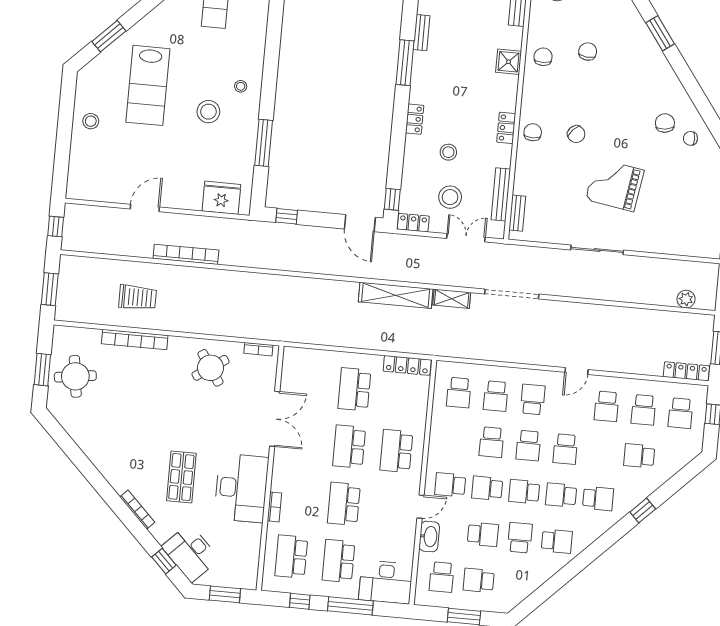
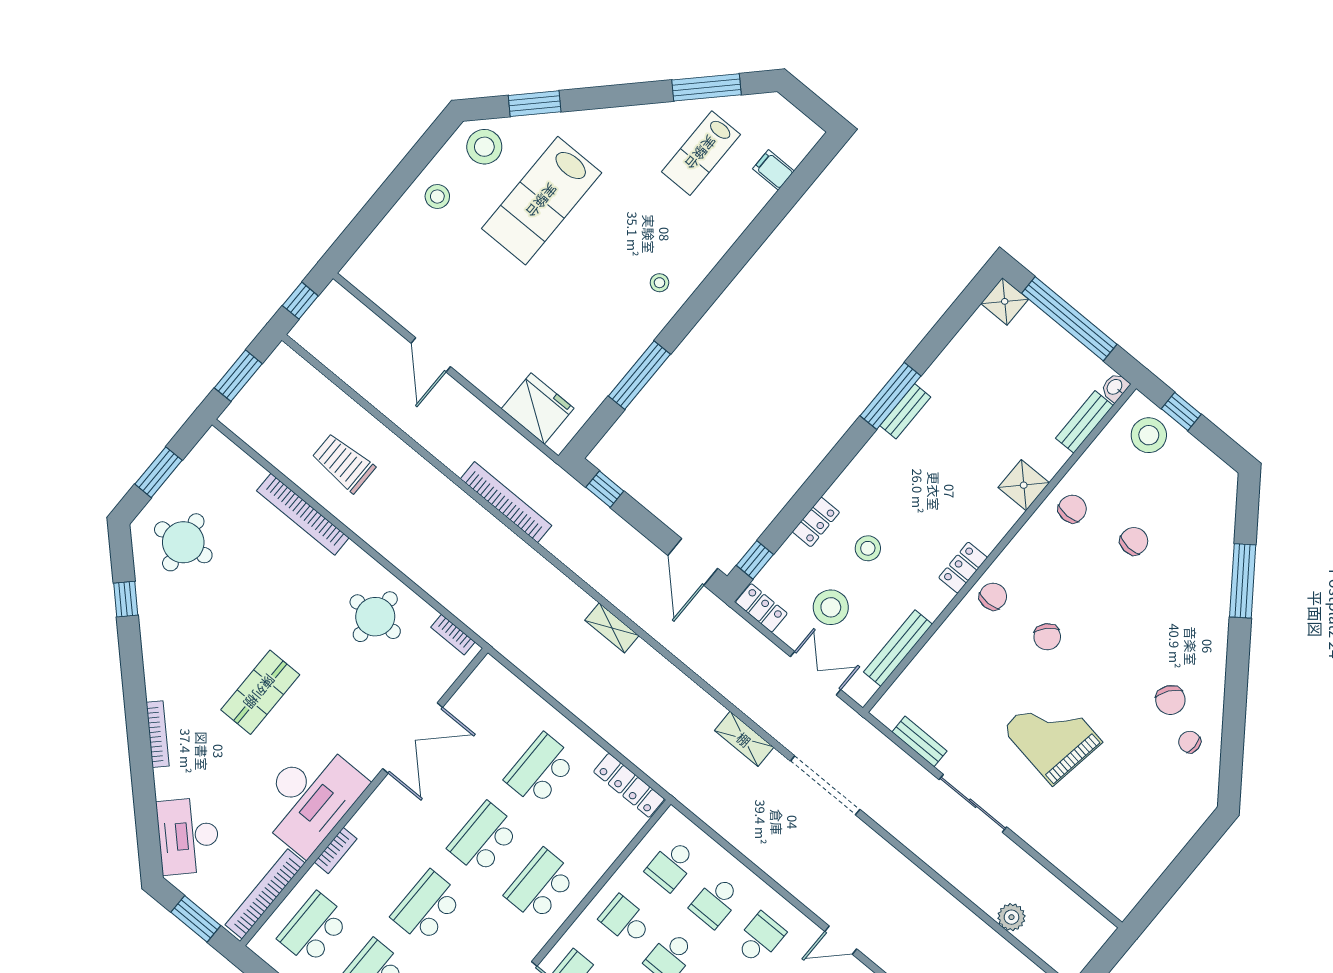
bench: (422, 33) -> (905, 411), moved
window: (660, 33) -> (1243, 581), width x1.44
stool: (208, 112) -> (484, 147), moved
locker: (415, 119) -> (816, 522), moved
chair: (665, 123) -> (1170, 700), turned 134
door: (145, 208) -> (431, 355), swing flipped
bench: (517, 213) -> (919, 741), moved, turned 90
bookcase: (186, 254) -> (506, 502), moved
shelving: (396, 295) -> (612, 628), moved, width x0.45, depth x0.75
trolley: (138, 297) -> (343, 463), turned 180
plant: (686, 299) -> (1011, 917), moved
round table: (211, 368) -> (375, 617), turned 34
round table: (75, 376) -> (183, 542), moved
school desk: (455, 439) -> (626, 920), added
shop shelf: (181, 477) -> (260, 692), moved
bookcase: (253, 556) -> (265, 894), added
window: (164, 561) -> (126, 599), moved

